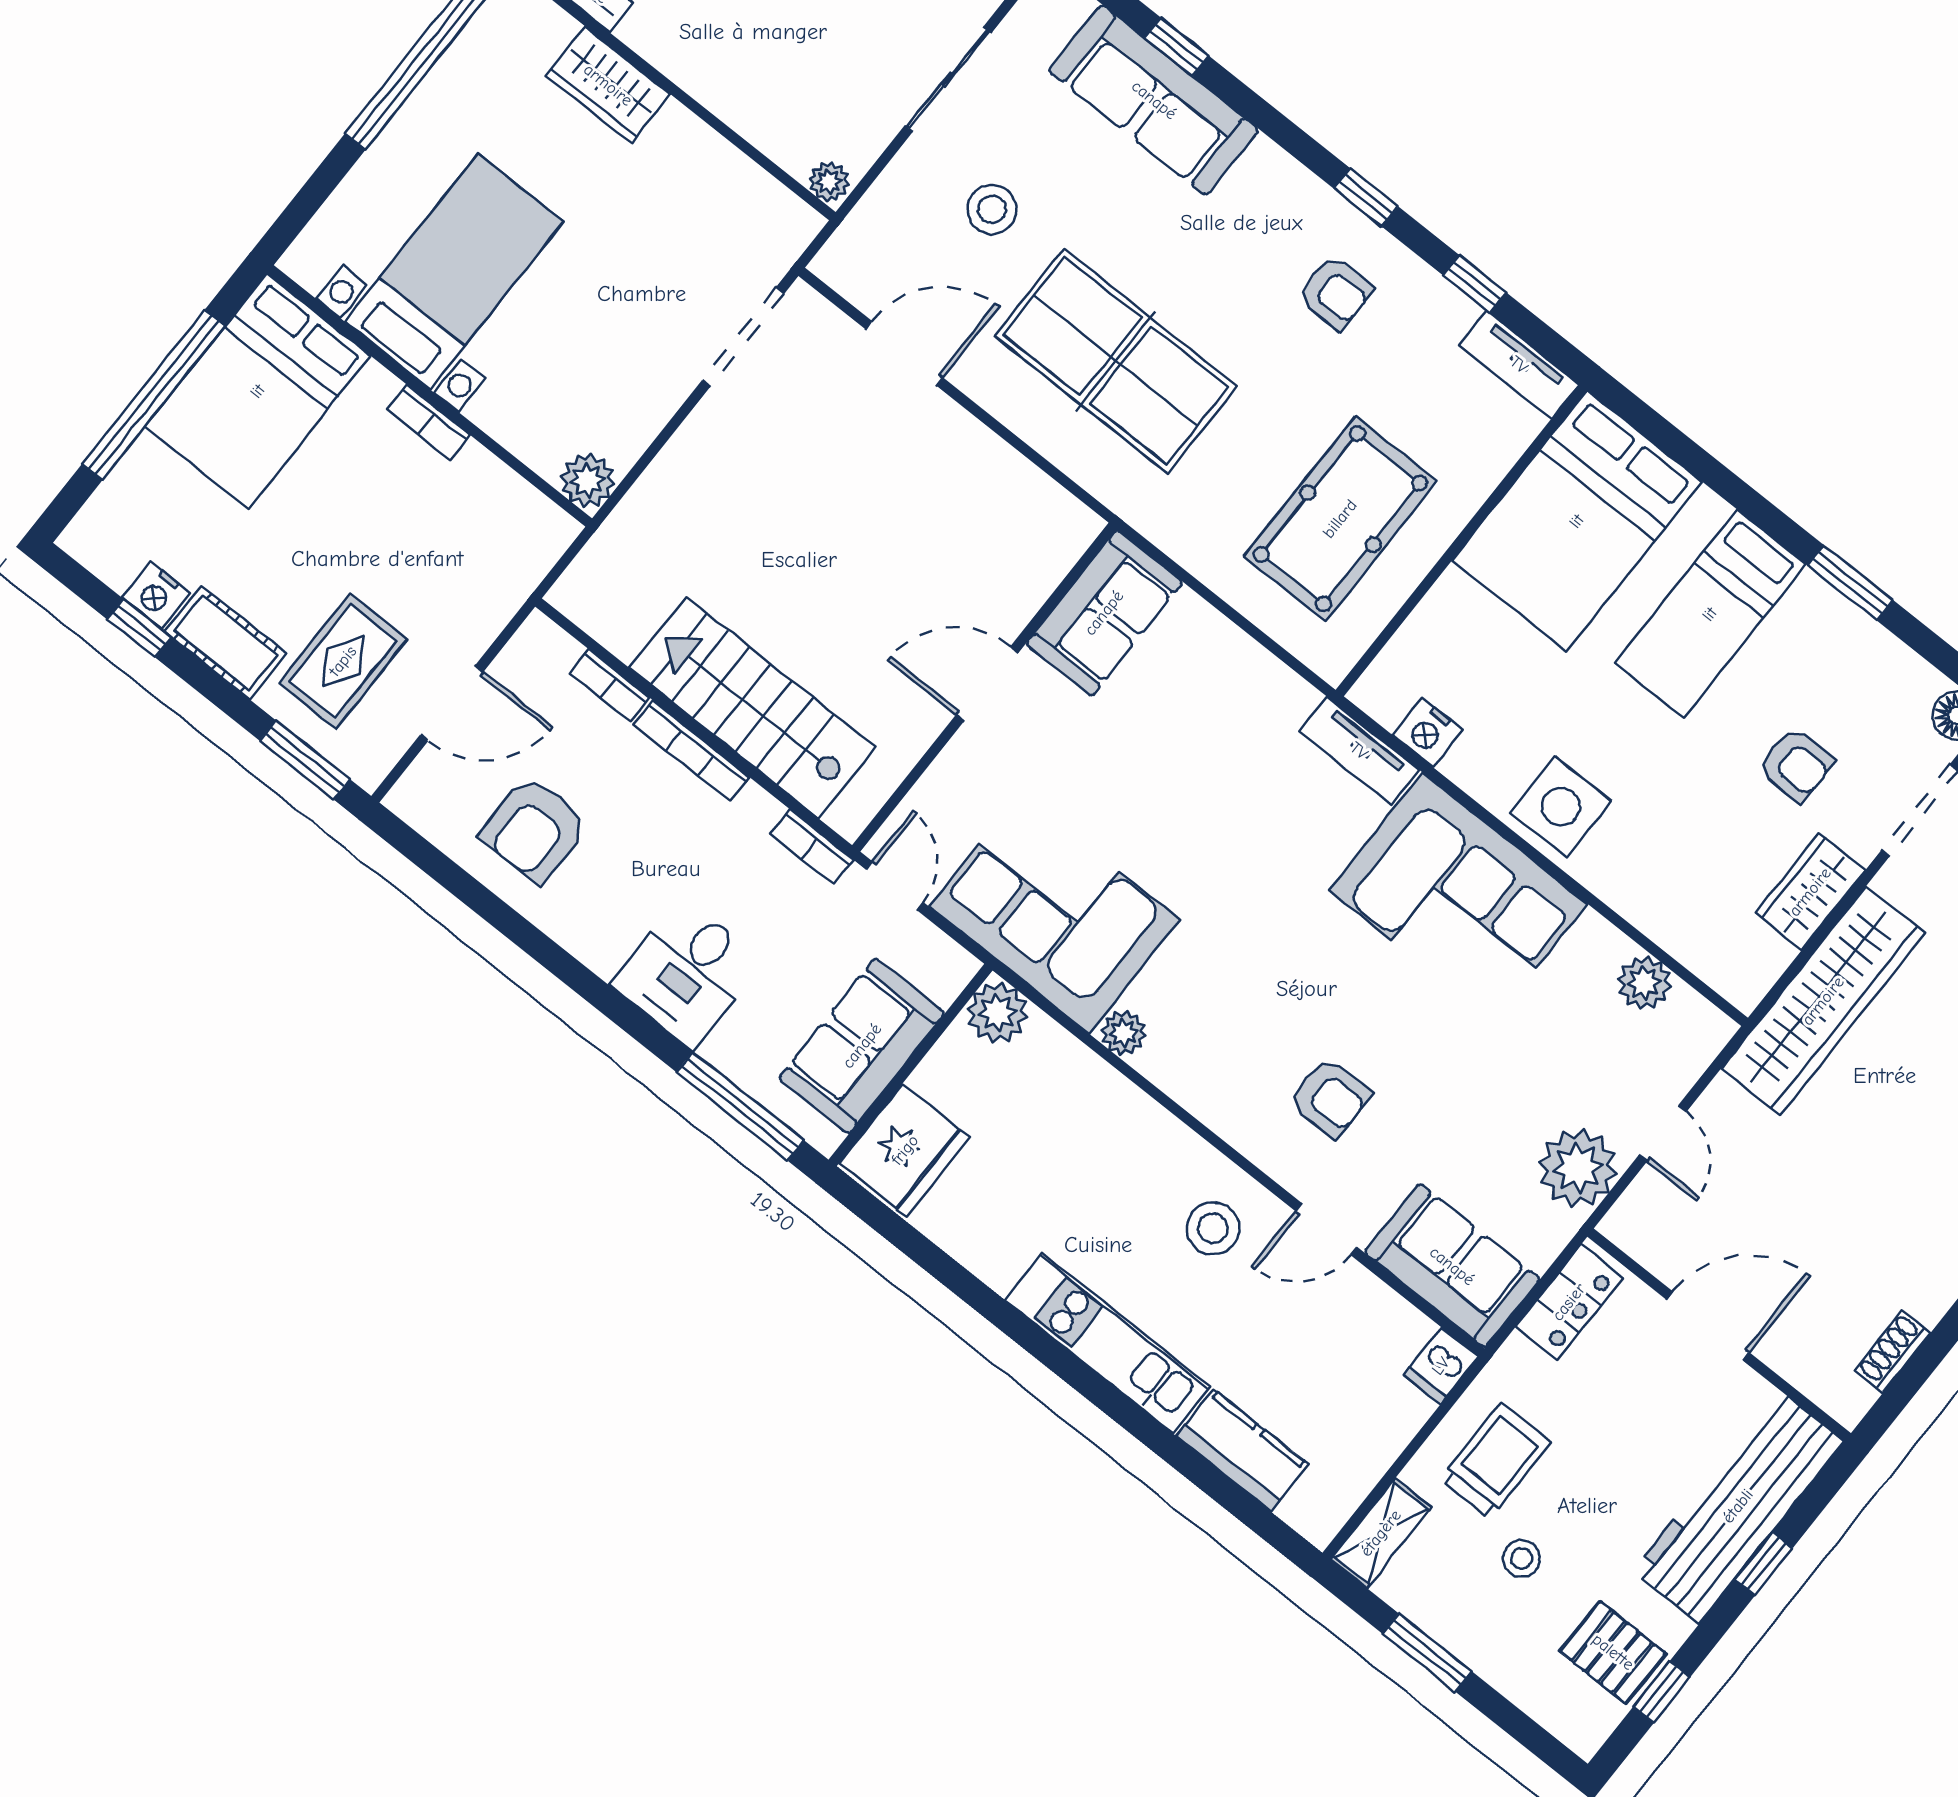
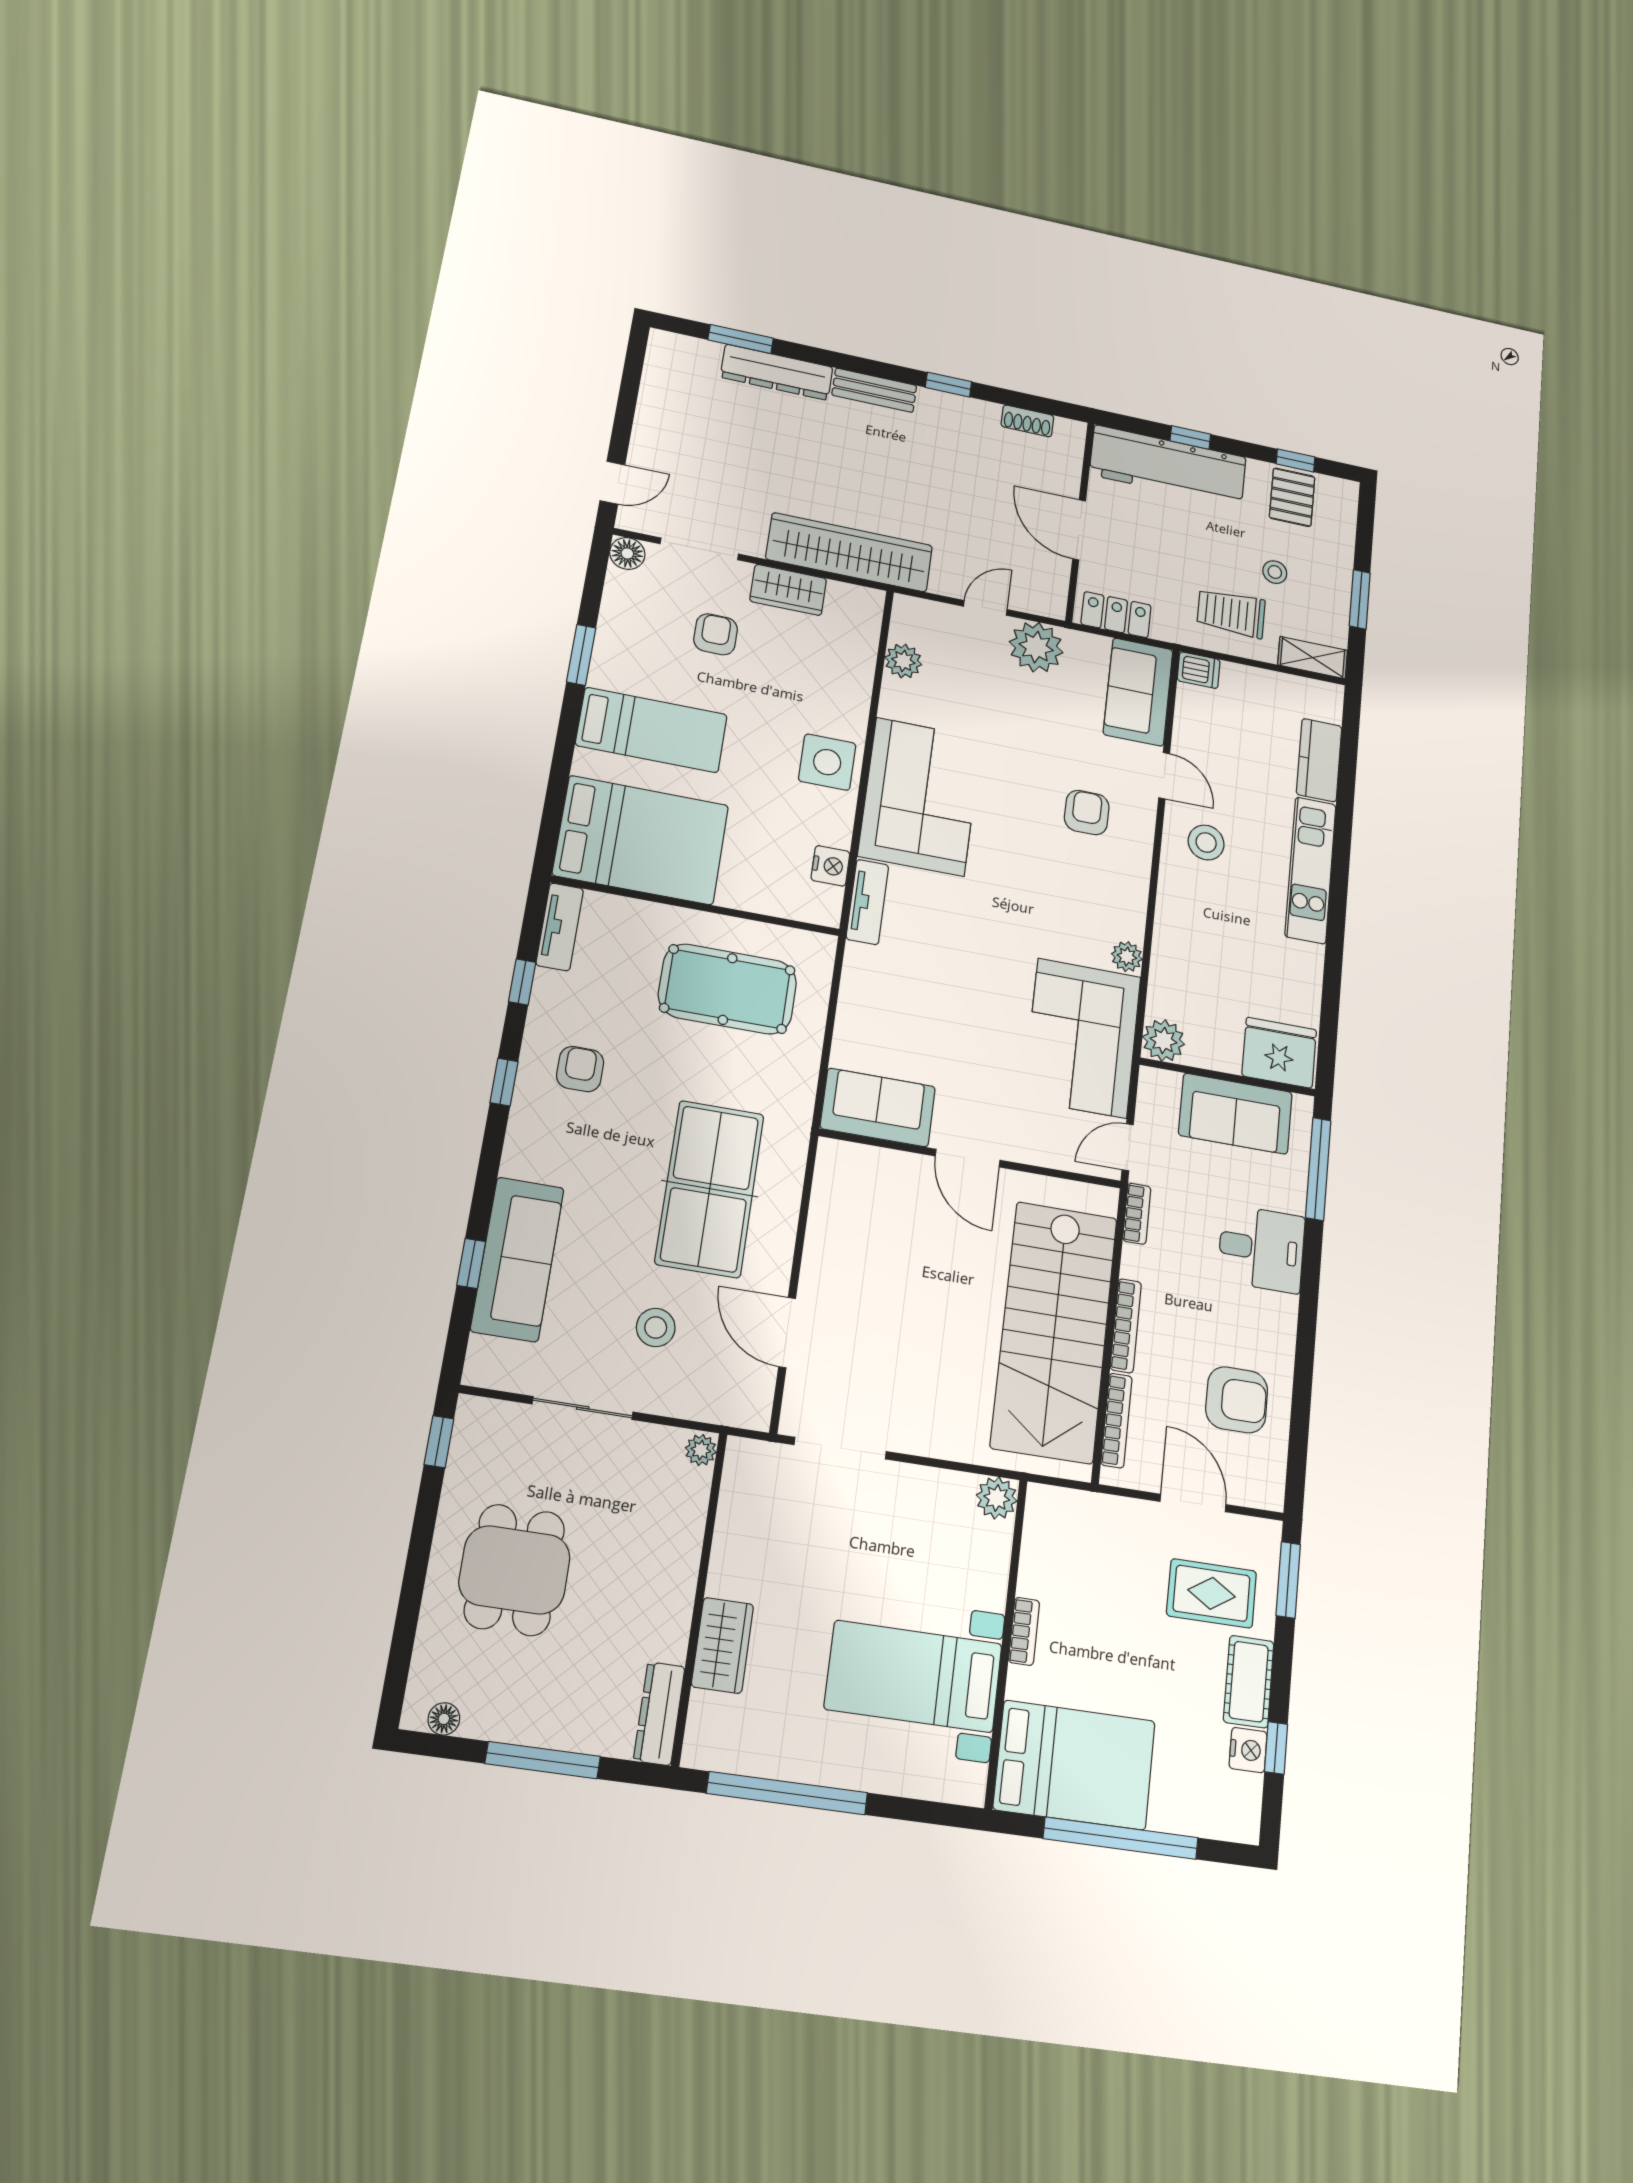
bookcase: (610, 686) -> (1116, 1420), width x1.56
stairs: (753, 708) -> (1054, 1331), width x1.36, depth x1.51

